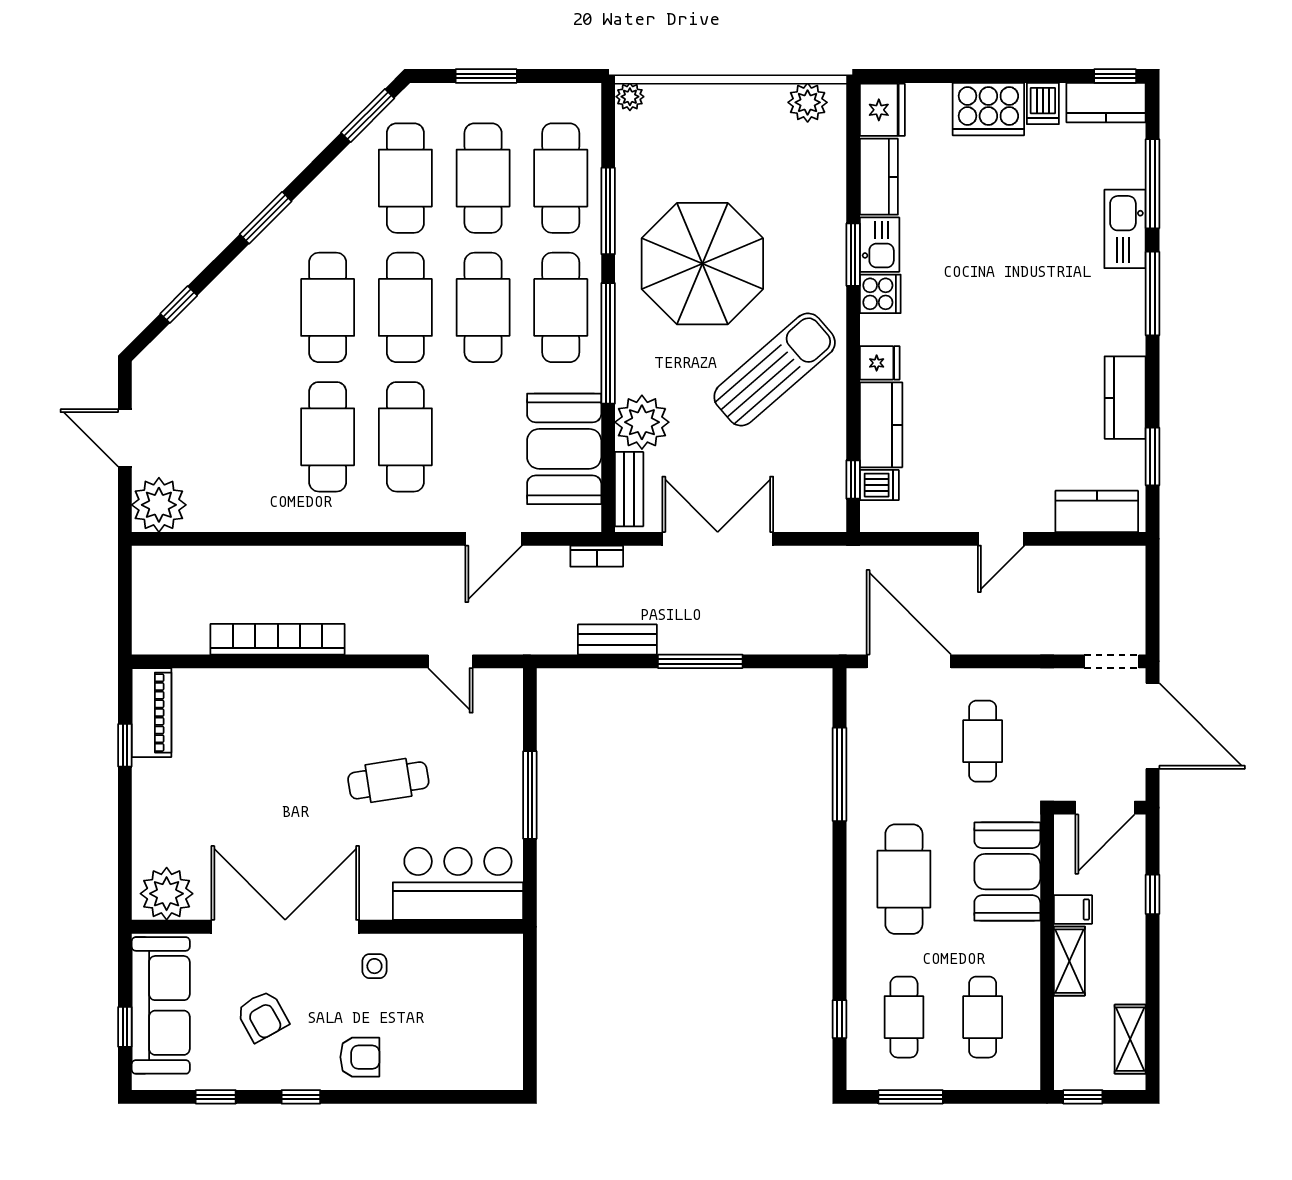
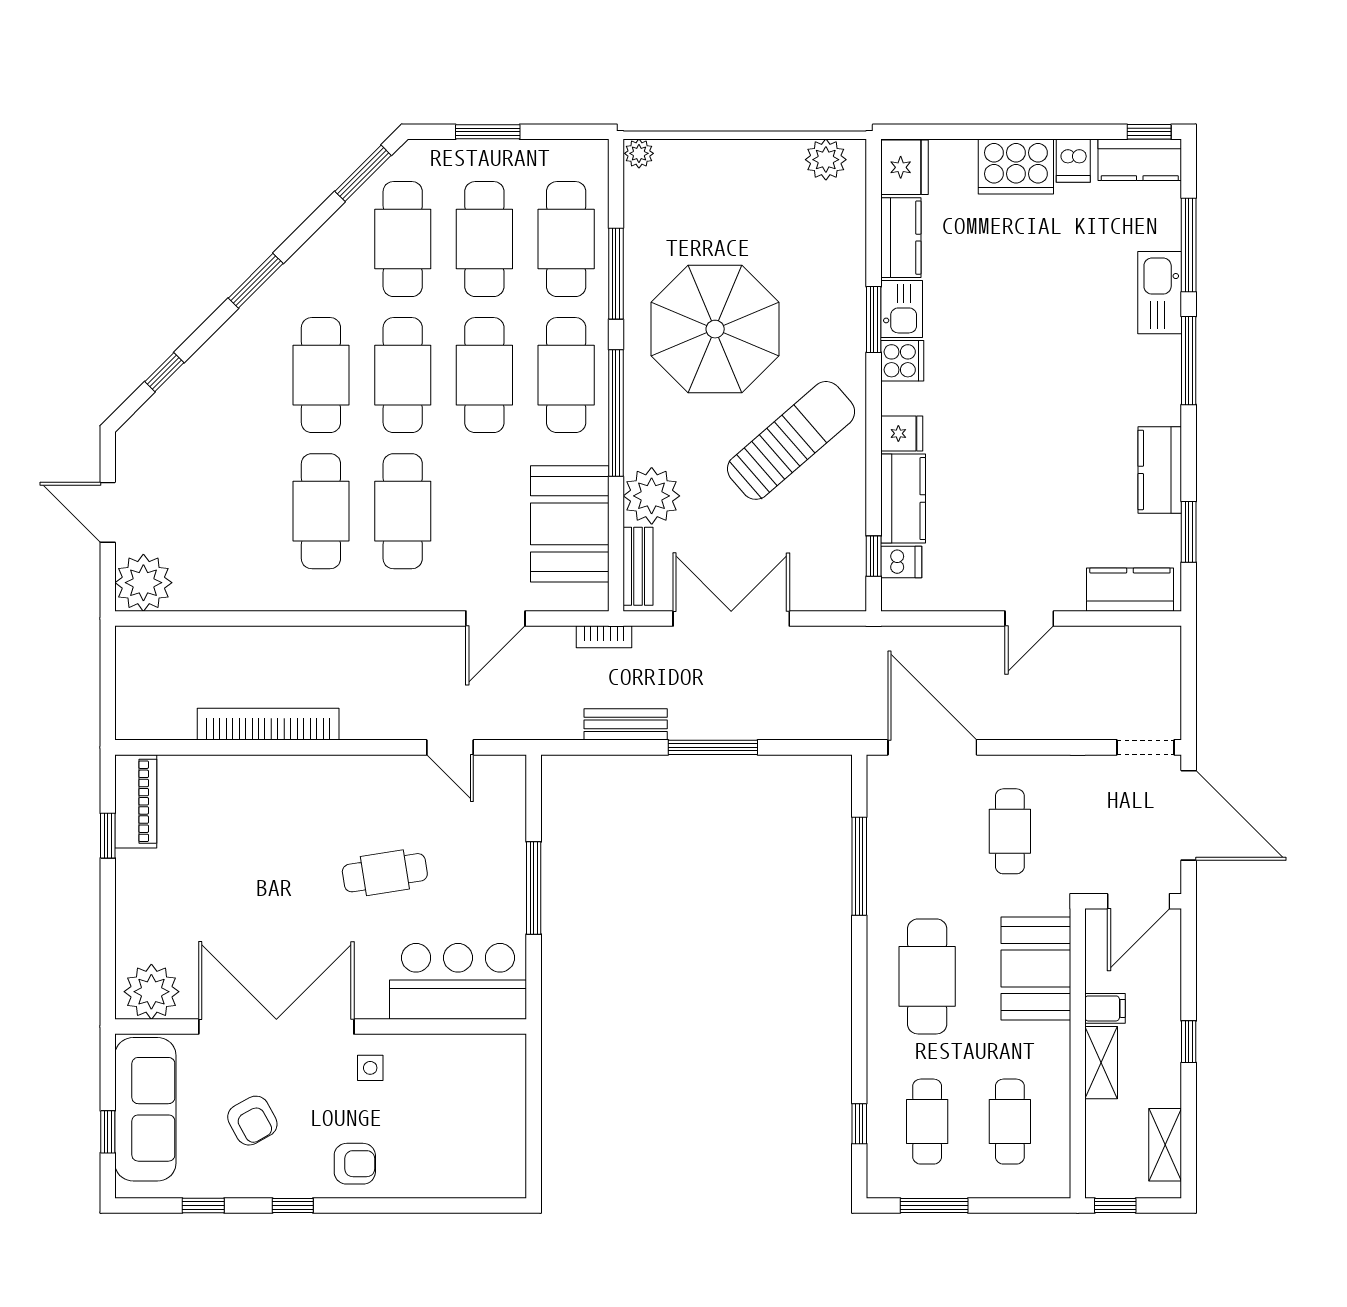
window: (1153, 894) -> (1189, 1042), moved

